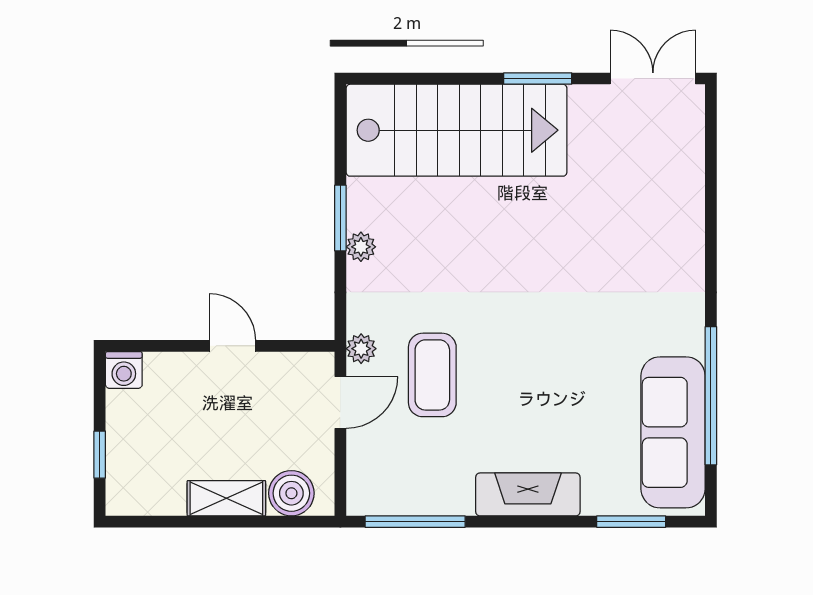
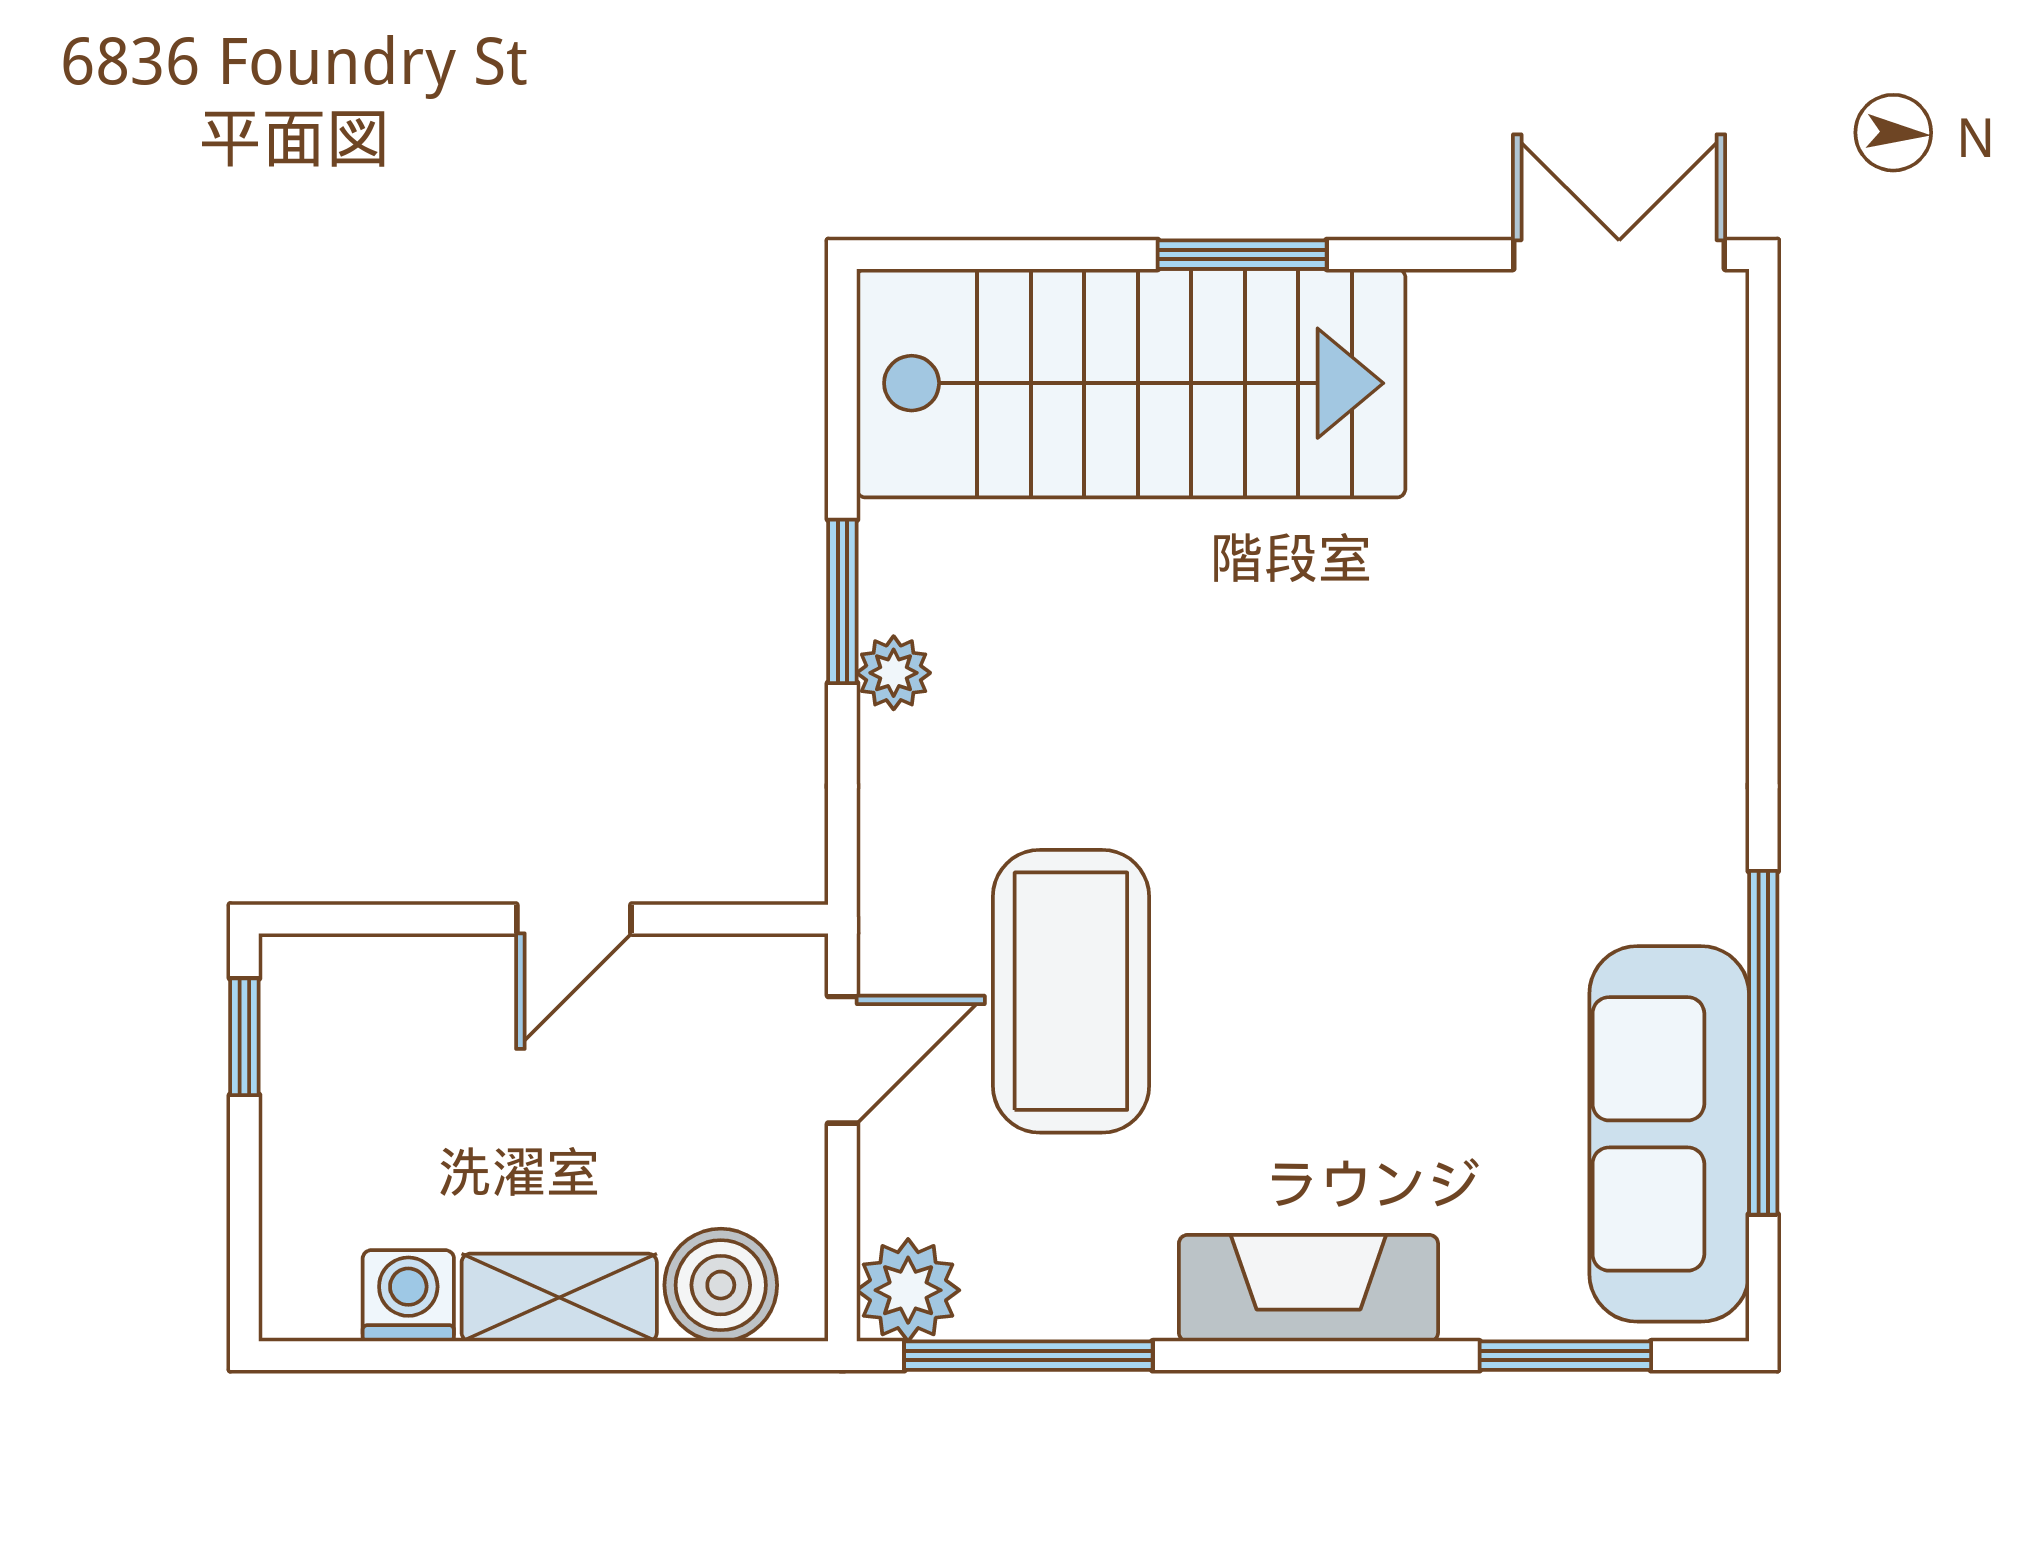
window: (538, 79) -> (1242, 255), moved
door: (232, 346) -> (574, 919), swing flipped
plant: (361, 349) -> (908, 1290), moved, width x1.38, depth x1.38
washing machine: (124, 370) -> (408, 1296), moved, turned 180
coffee table: (432, 375) -> (1071, 991), width x1.36, depth x1.32
window: (100, 455) -> (244, 1037), moved

